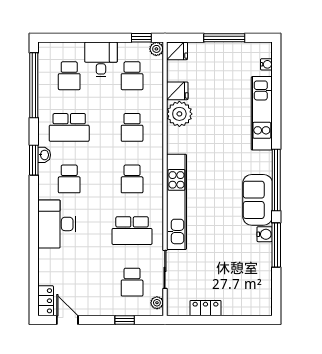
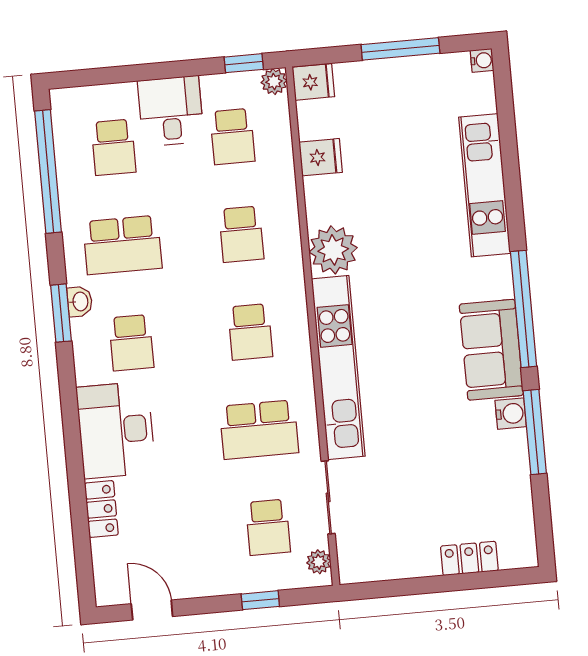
water cooler: (266, 64) -> (482, 60), moved
plant: (179, 114) -> (333, 250), moved
locker: (46, 301) -> (101, 509), moved
locker: (205, 308) -> (469, 558), moved

